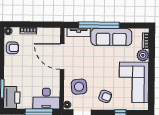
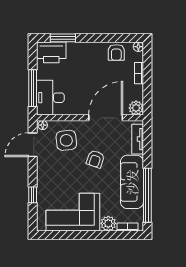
window: (99, 25) -> (147, 195), moved
plant: (55, 33) -> (136, 108), added
armchair: (105, 96) -> (95, 159), moved

